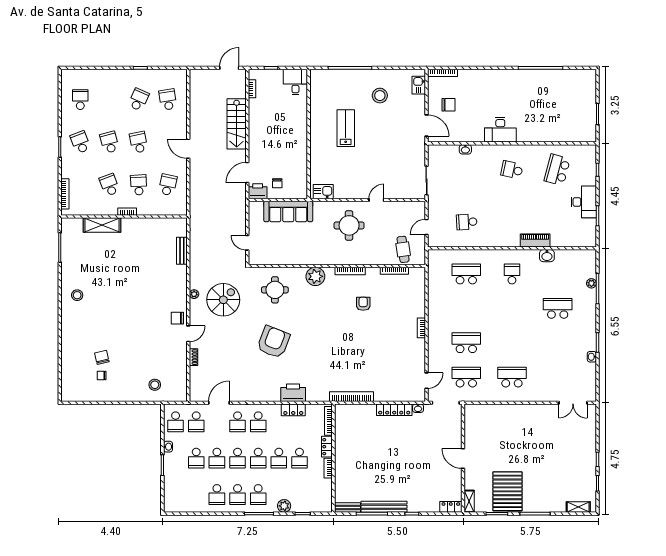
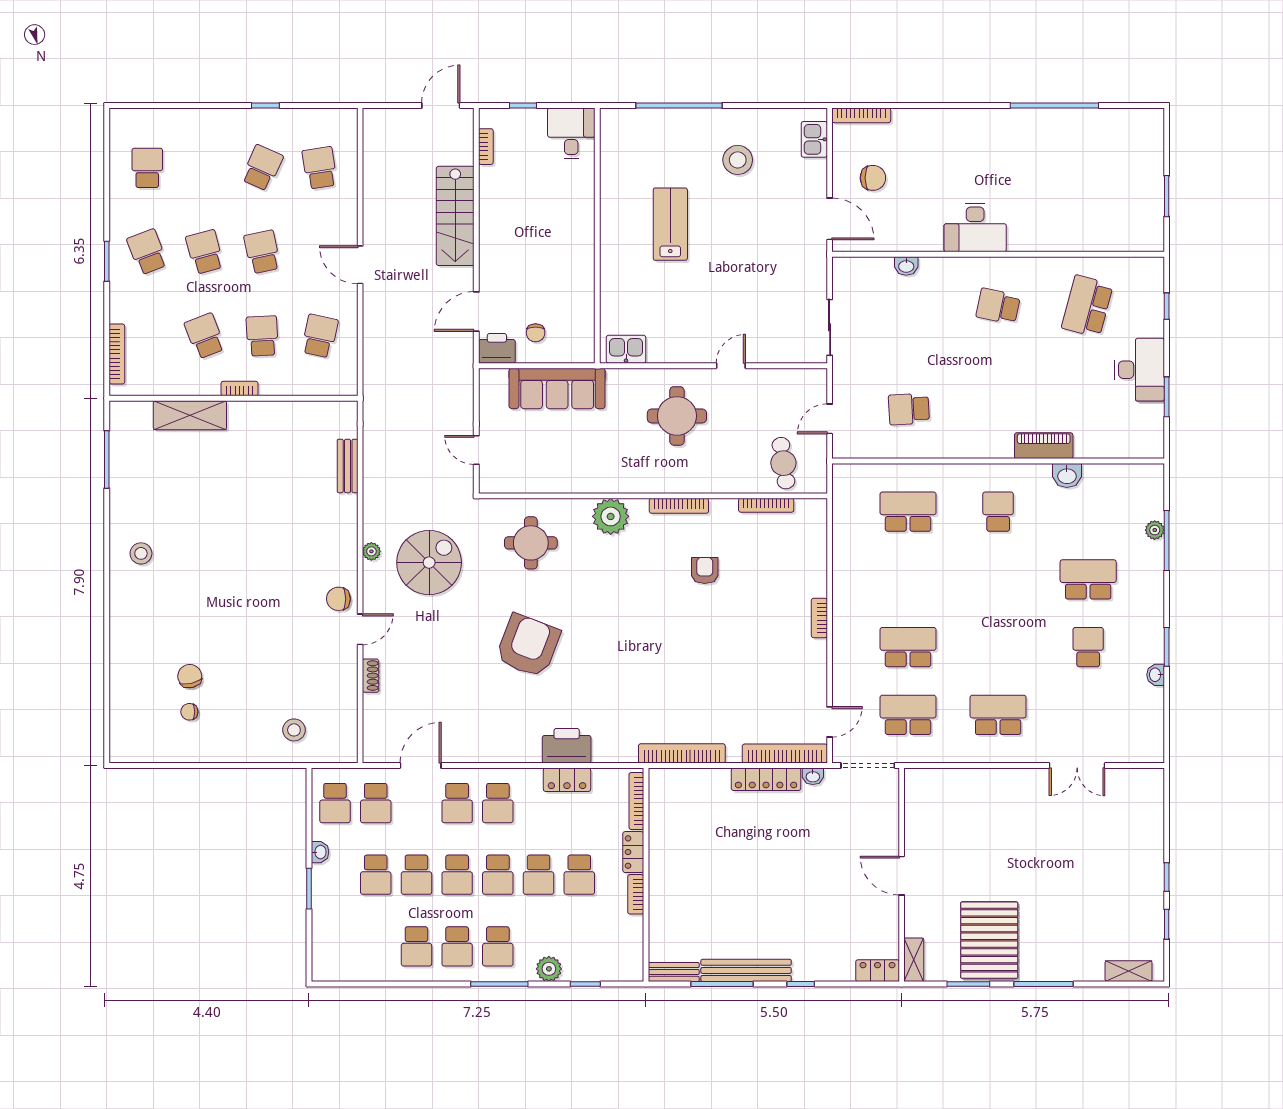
school desk: (558, 343) -> (1088, 647), added
bookcase: (404, 397) -> (785, 754), added
double door: (573, 403) -> (1077, 765), moved

